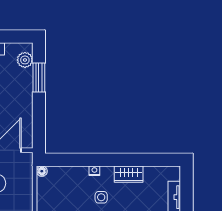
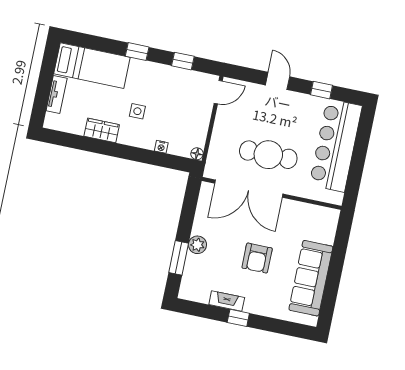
plant: (25, 60) -> (197, 245), moved
nightstand: (94, 171) -> (161, 147), moved

